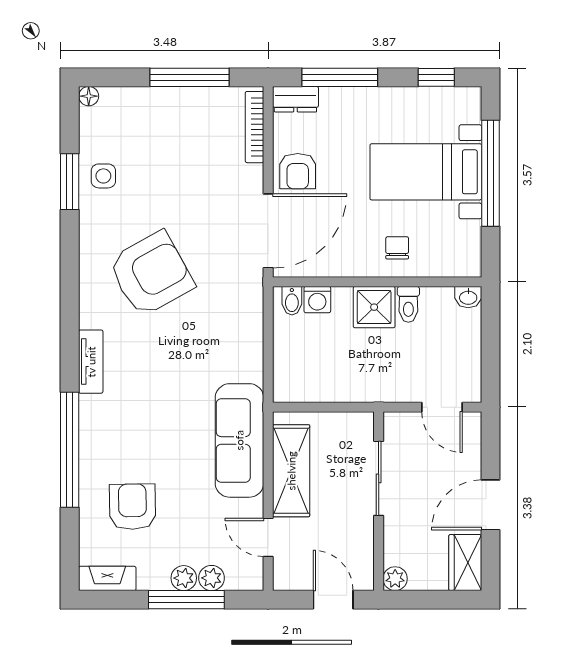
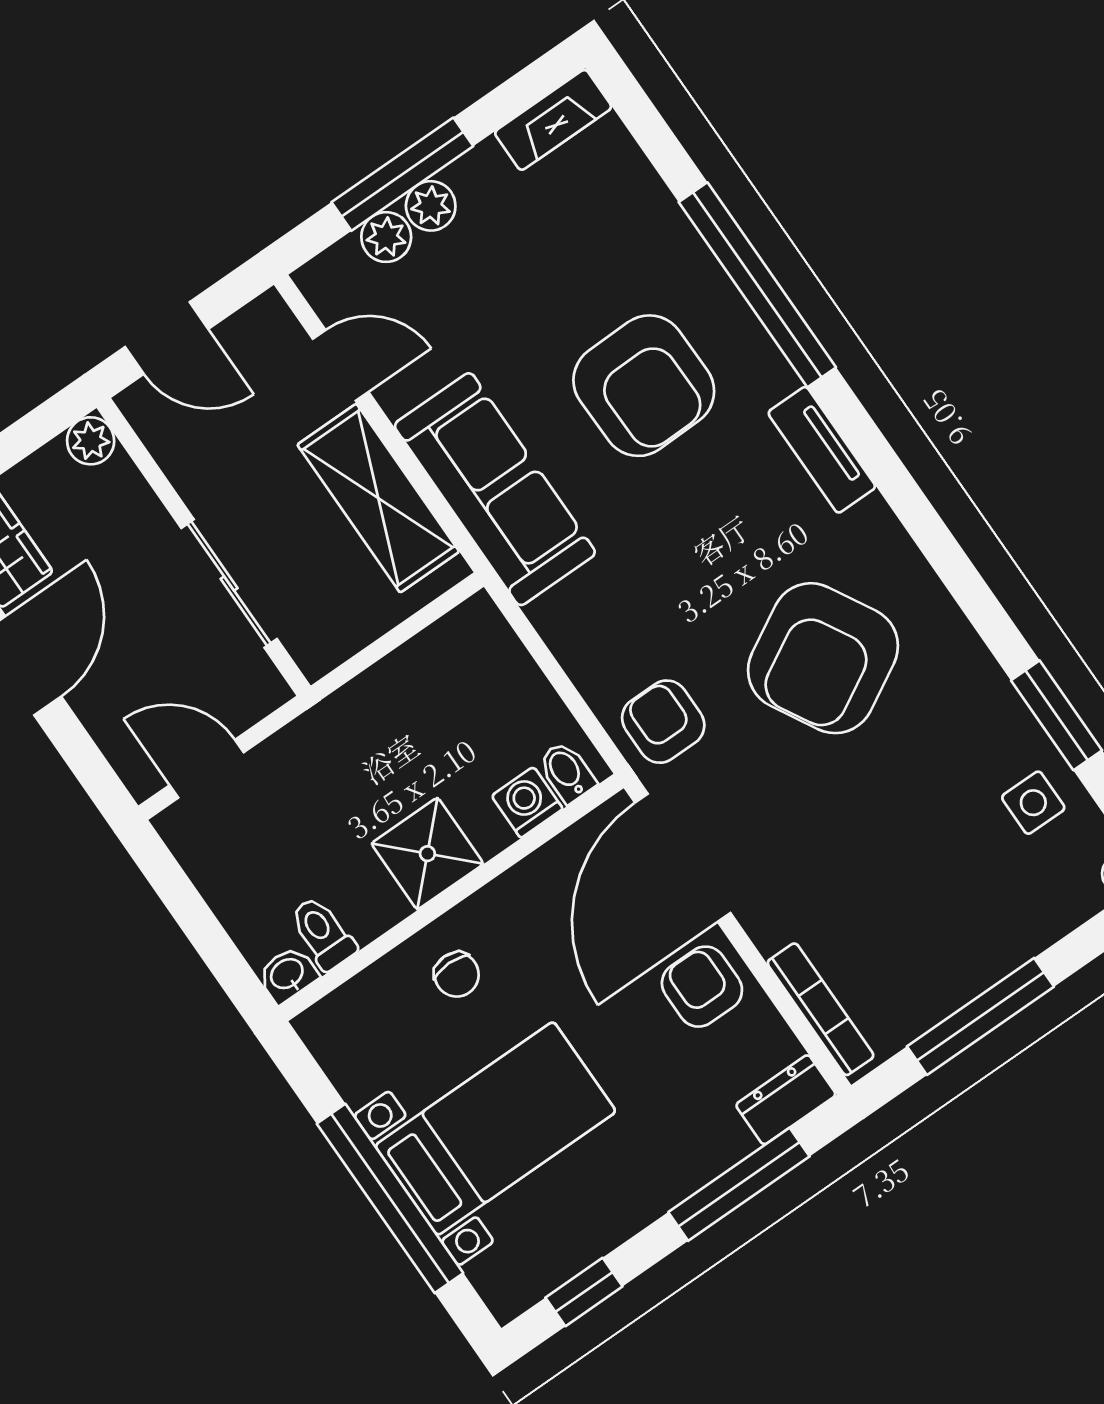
side table: (103, 176) -> (1033, 803), moved
armchair: (237, 294) -> (663, 722), added
toilet: (408, 304) -> (323, 933), moved
armchair: (132, 507) -> (644, 386), moved, width x1.36, depth x1.36

